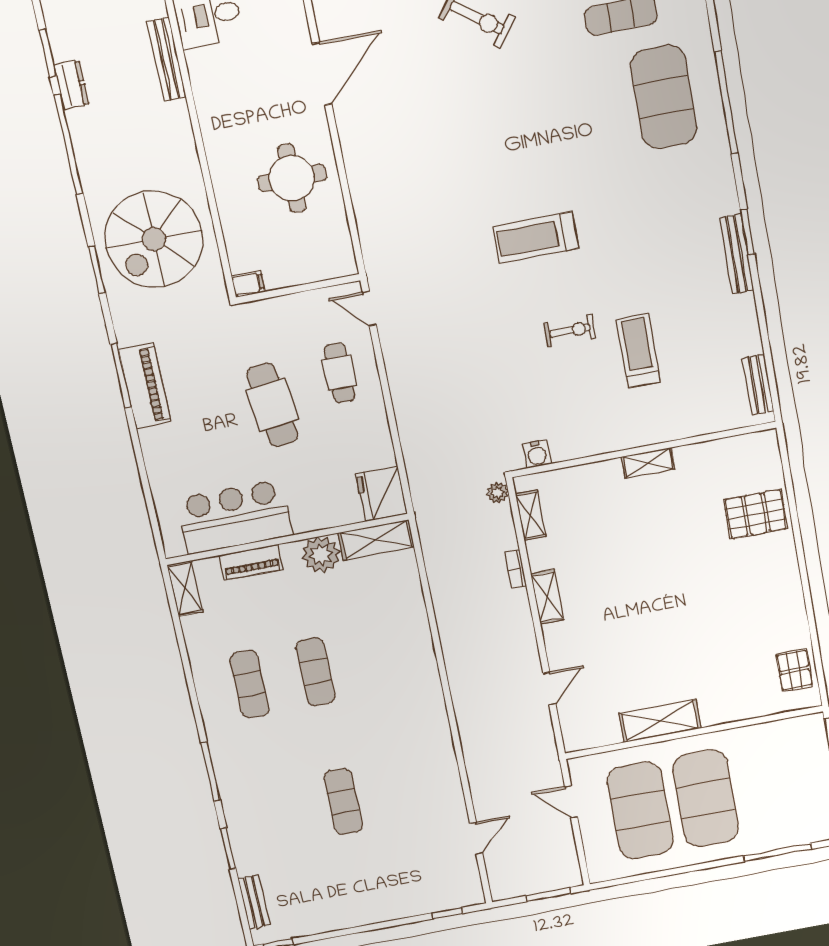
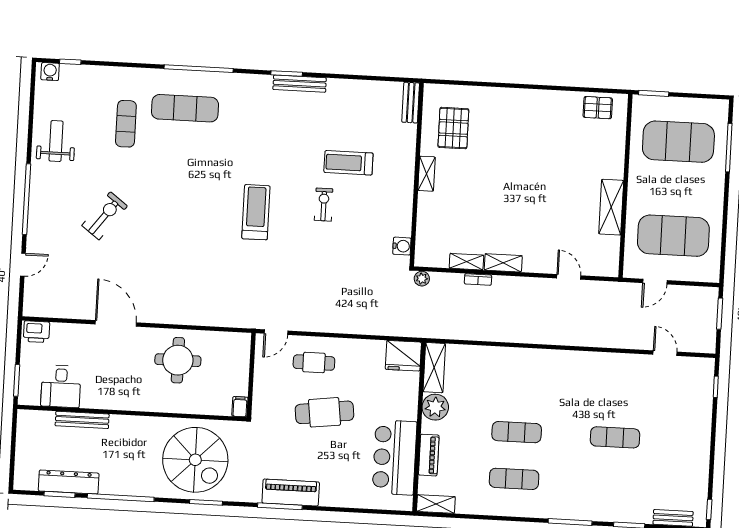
dresser: (71, 85) -> (69, 482), width x1.96, depth x1.24
exercise mat: (664, 97) -> (185, 108), width x0.68
treadmill: (536, 237) -> (256, 212), turned 180
bench: (758, 385) -> (411, 103), moved, turned 90
pallet: (756, 514) -> (453, 128), moved
shelving: (531, 515) -> (466, 262), moved
exercise mat: (706, 798) -> (678, 142), moved

